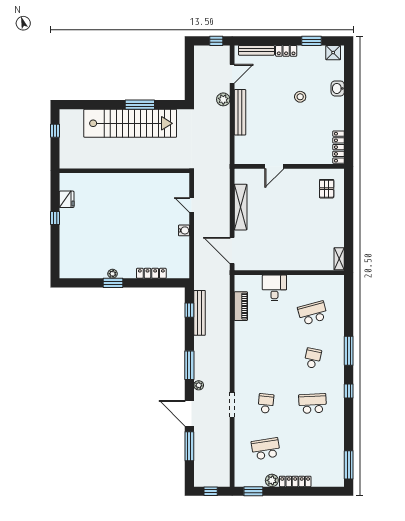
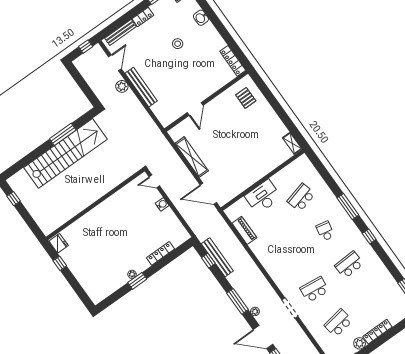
wall: (124, 171) -> (95, 204), moved
desk: (274, 288) -> (263, 197), width x1.37
school desk: (266, 403) -> (314, 289), width x1.85

